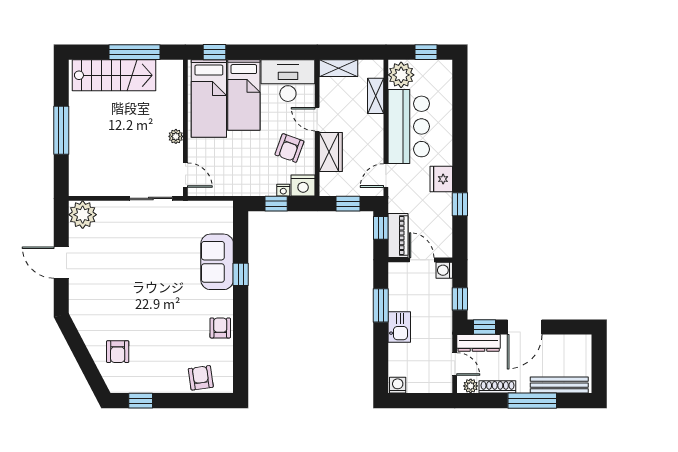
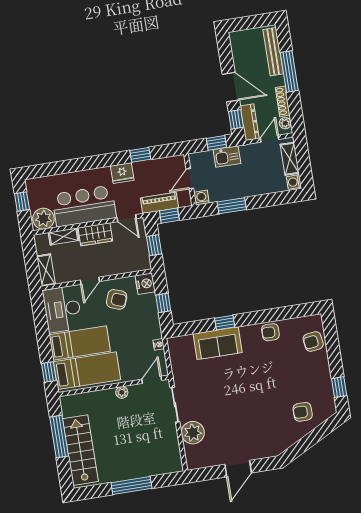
wardrobe: (331, 152) -> (95, 234), moved, turned 180
nightstand: (283, 190) -> (159, 344), moved
plant: (83, 215) -> (193, 433), moved
piano: (398, 235) -> (159, 203), moved
washing machine: (444, 270) -> (201, 198), moved, turned 180
kitchen sink: (399, 327) -> (227, 157), moved, turned 180
armchair: (118, 352) -> (303, 412), turned 180
shelving: (427, 384) -> (290, 159), added

